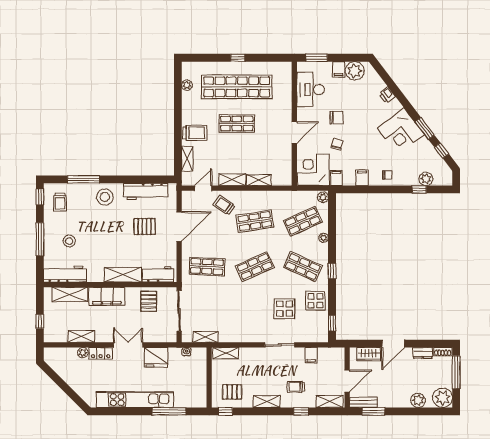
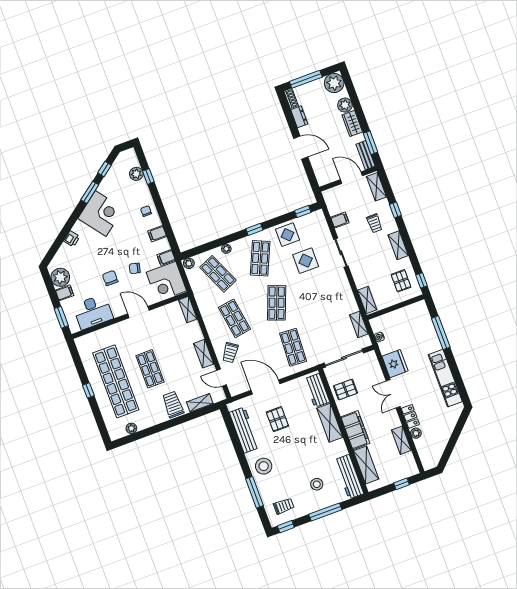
shelving: (259, 180) -> (188, 310), moved
shop shelf: (255, 267) -> (277, 303), turned 45
wardrobe: (369, 354) -> (352, 123), moved, turned 180
kitchen unit: (135, 400) -> (445, 378), width x0.73

